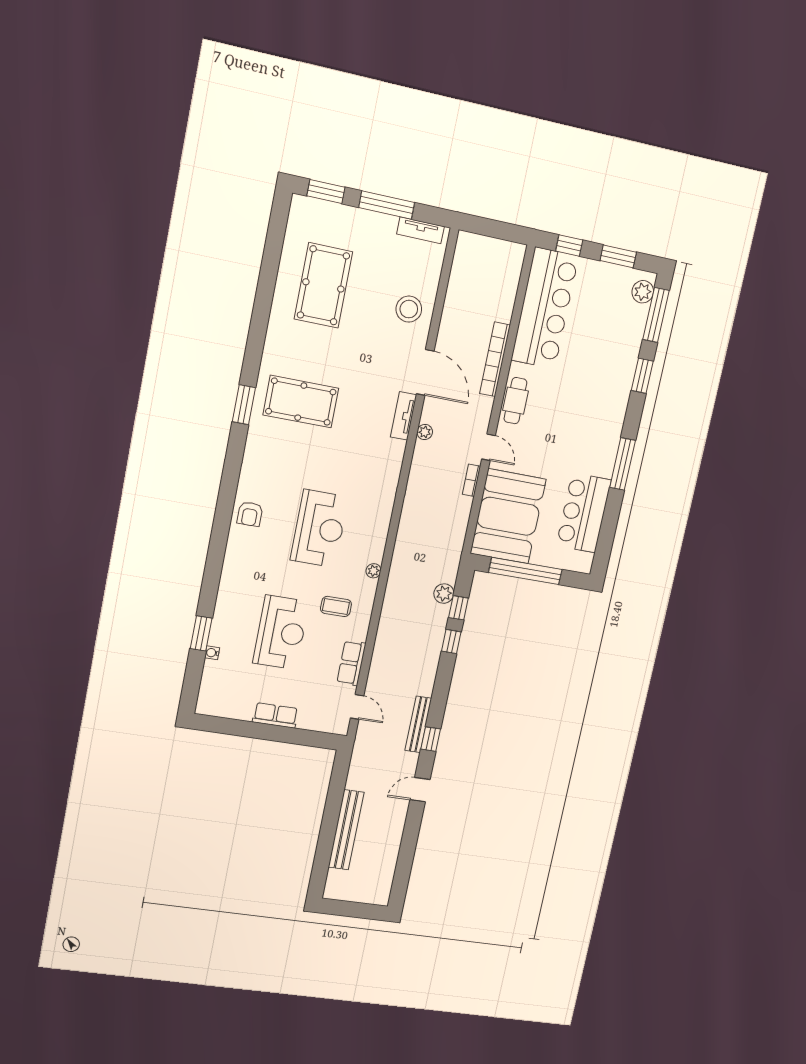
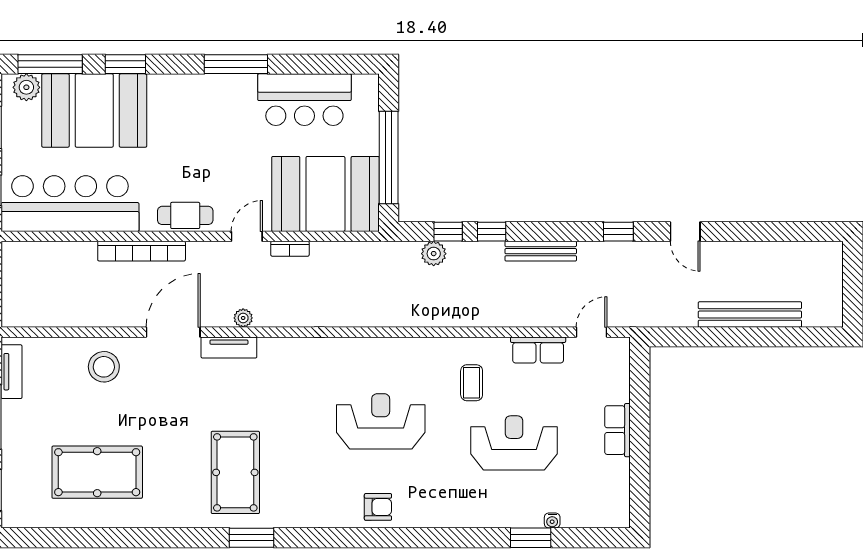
booth: (613, 343) -> (94, 111), added
plant: (373, 571) -> (420, 346), removed
bench: (418, 724) -> (541, 251), moved

